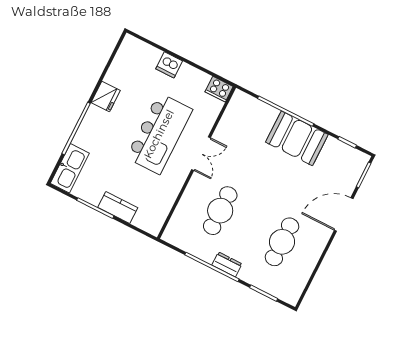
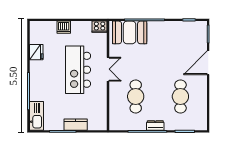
fridge: (106, 97) -> (36, 52), moved
kitchen island: (159, 134) -> (78, 70), turned 180
booth: (297, 138) -> (130, 32), moved

